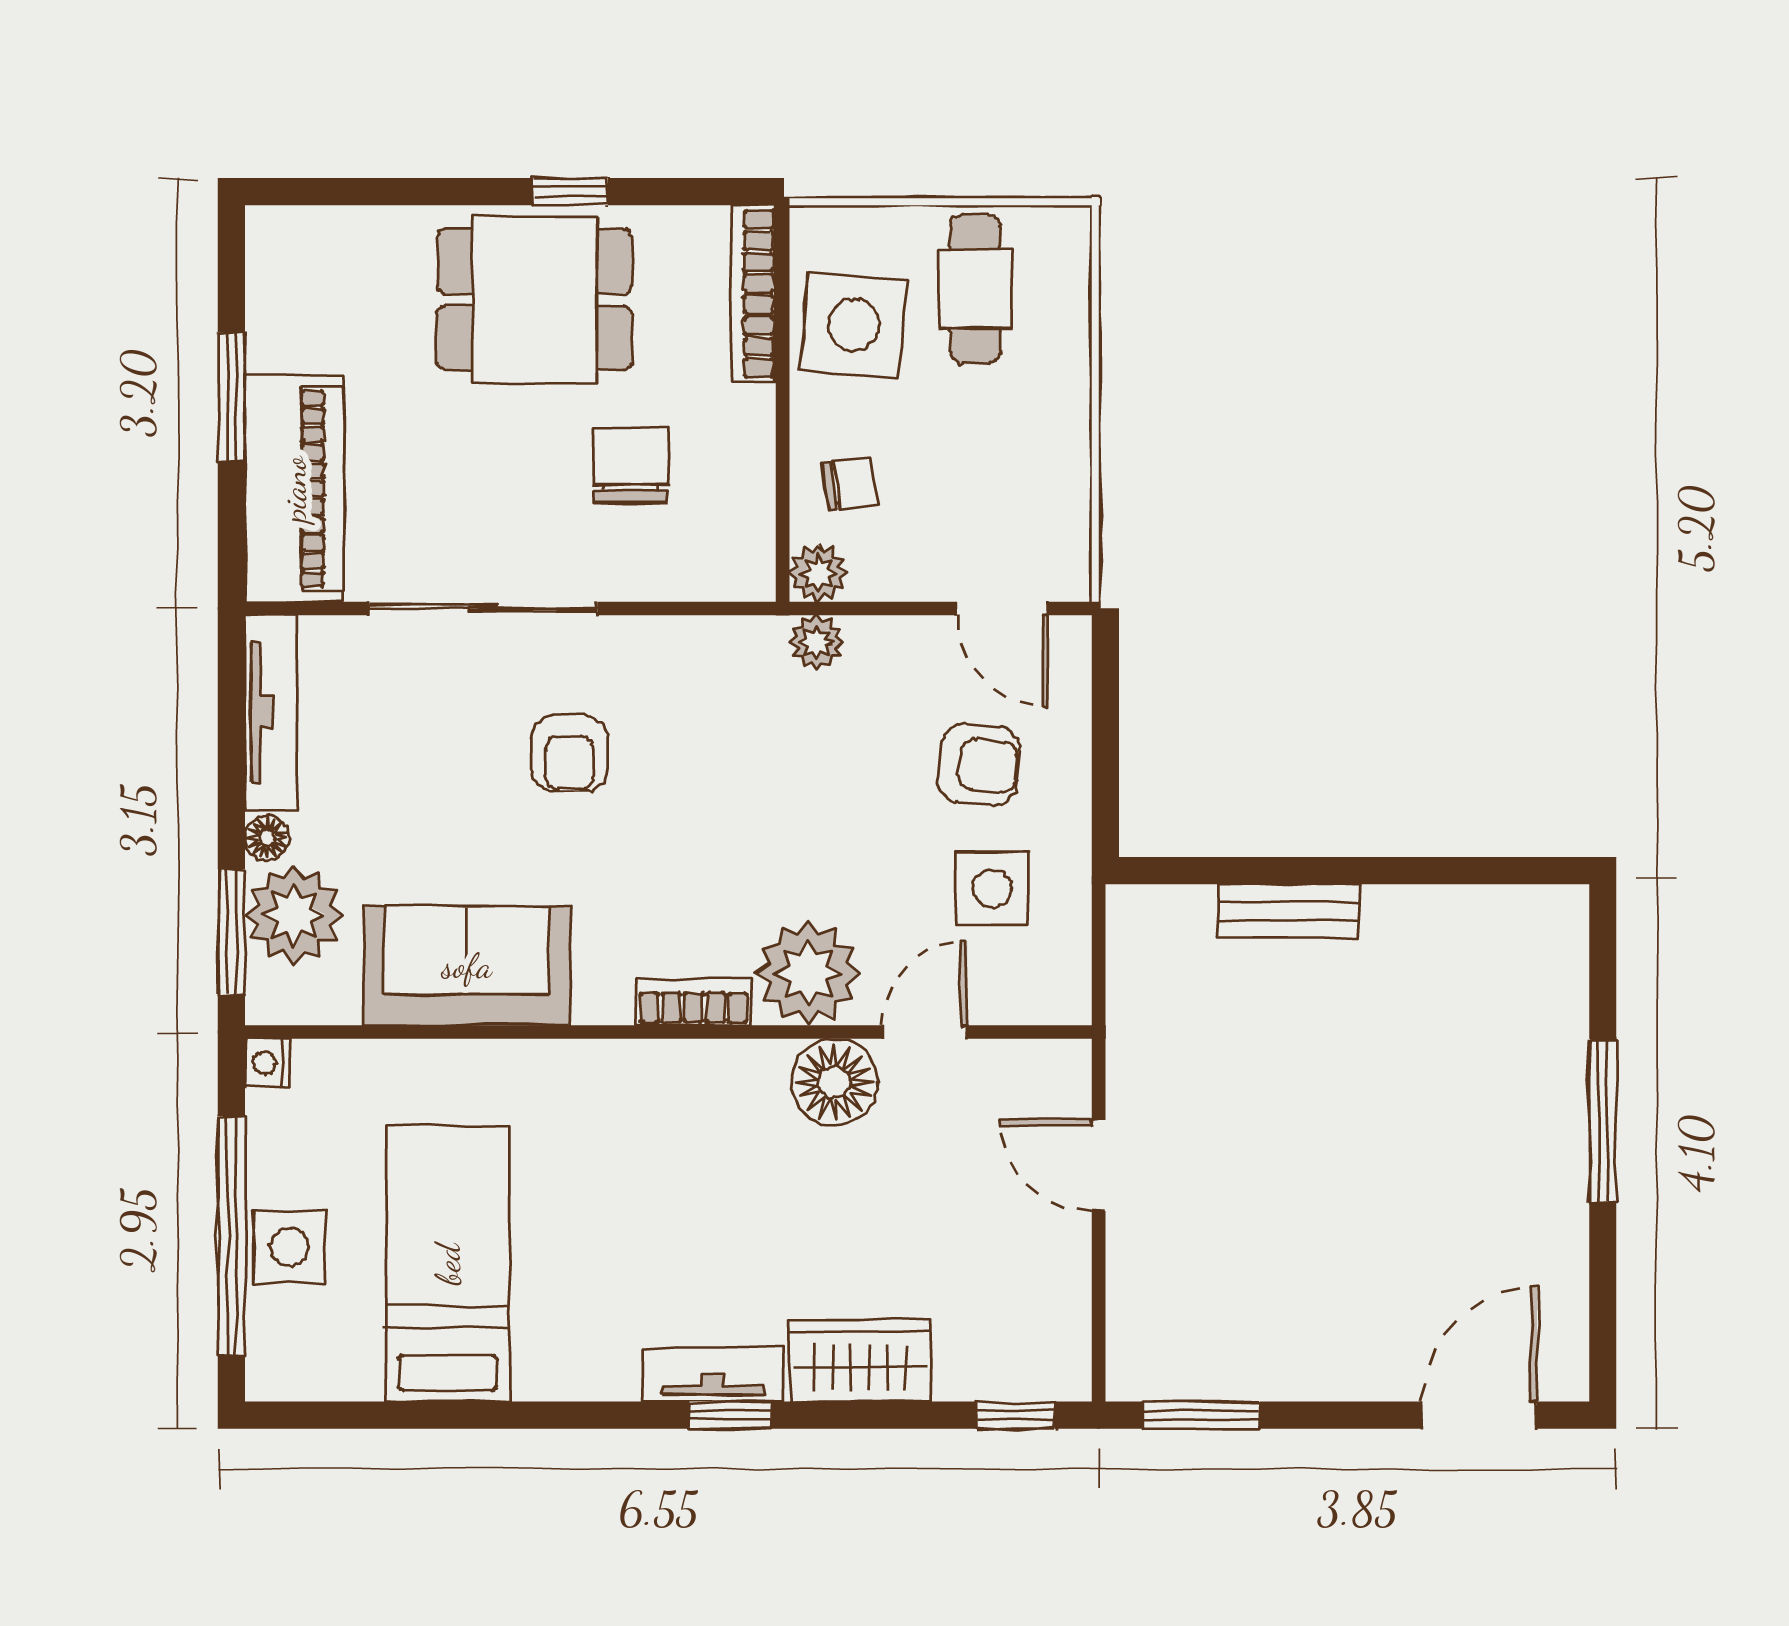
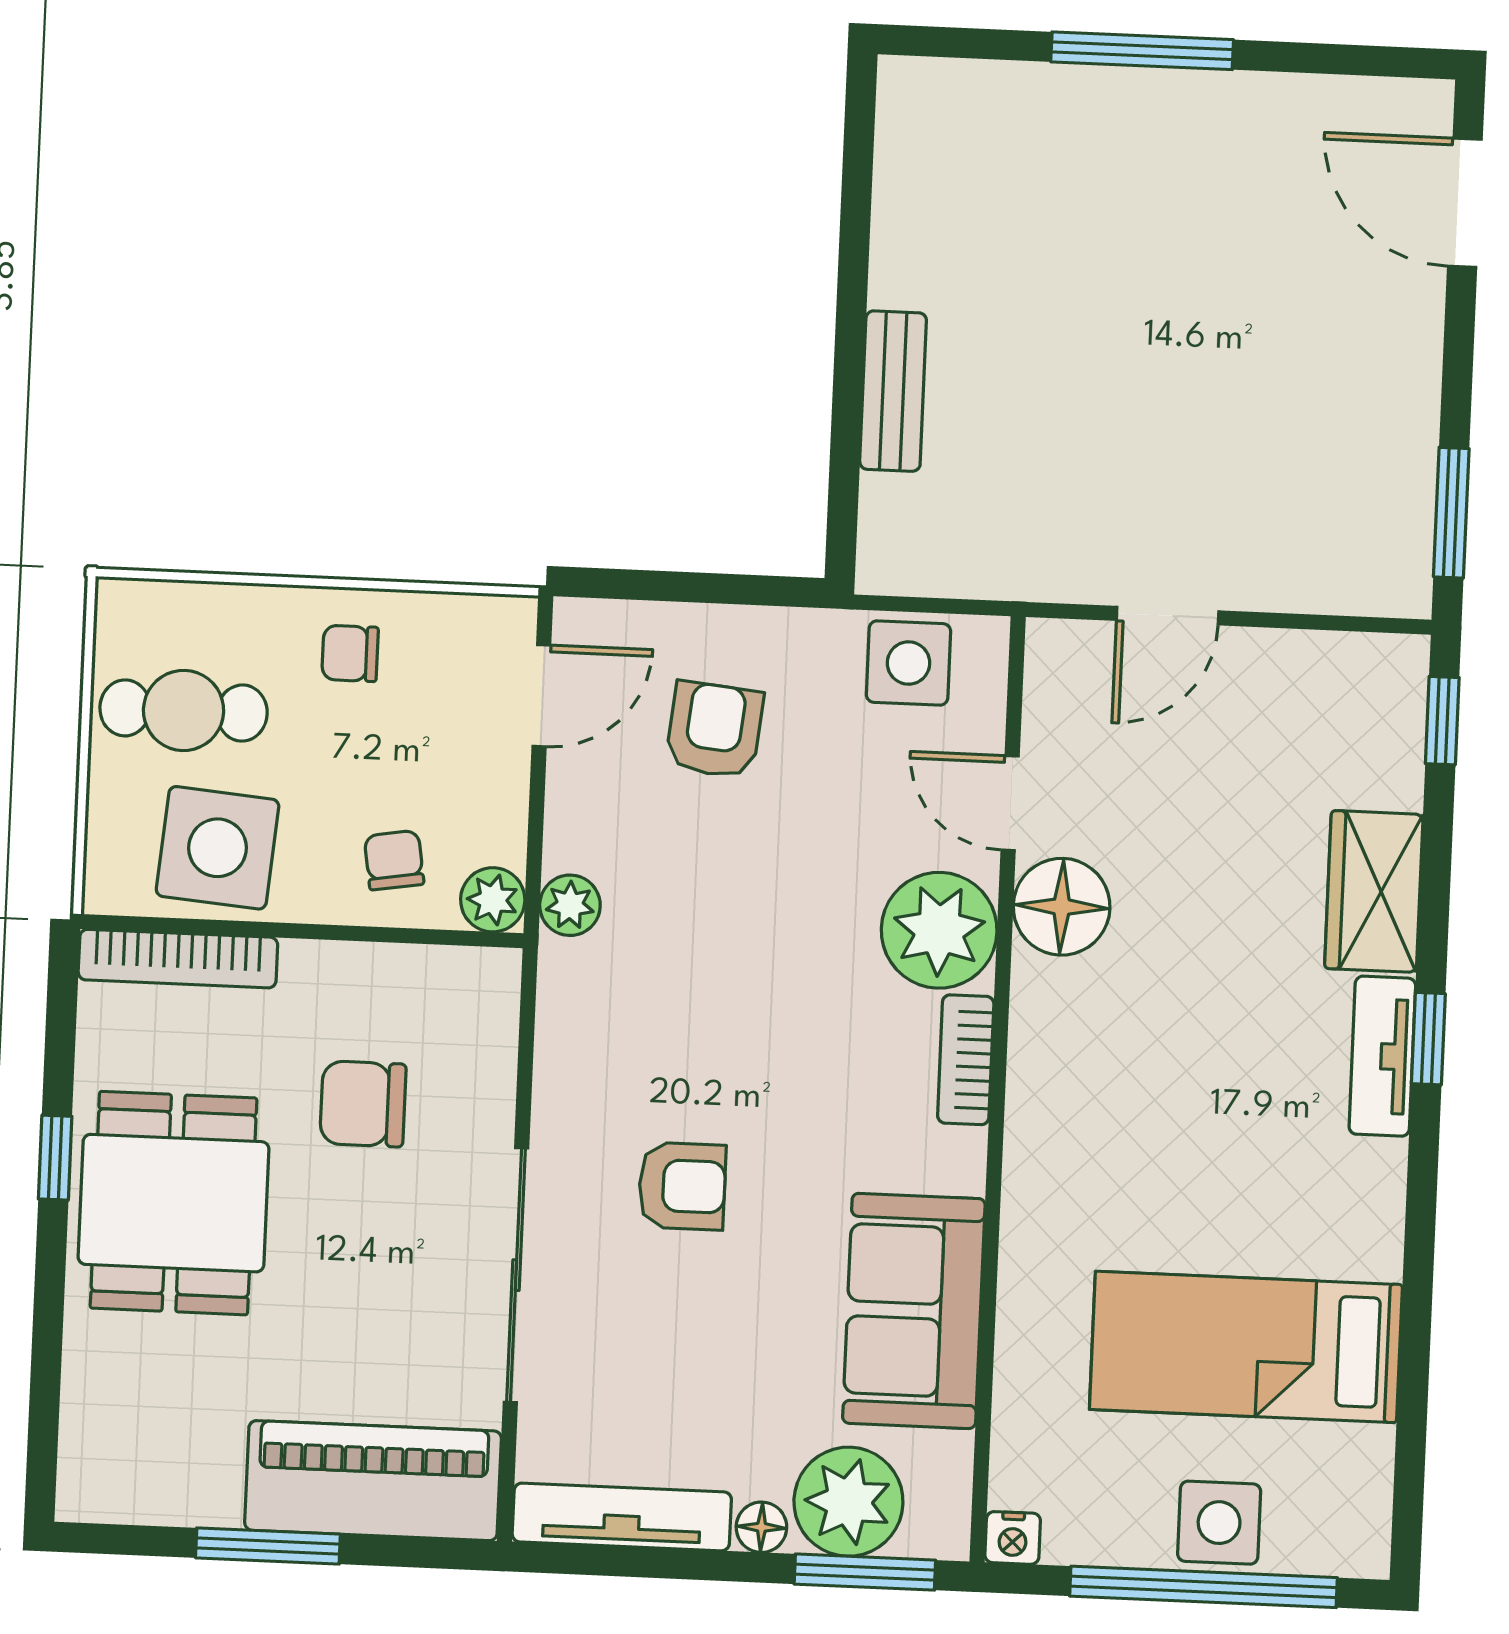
chair: (1033, 436) -> (350, 653), added
side table: (992, 888) -> (908, 663), moved

